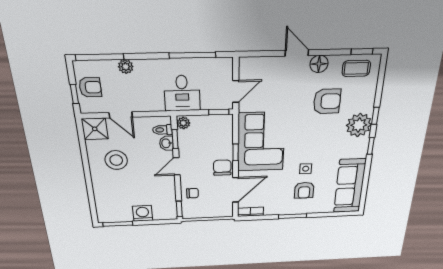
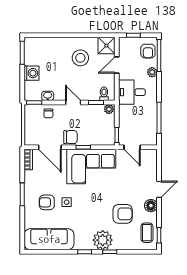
armchair: (90, 87) -> (148, 51), moved
desk: (182, 93) -> (132, 92), moved
armchair: (327, 101) -> (123, 214), turned -90
washbasin: (166, 143) -> (48, 96), moved

